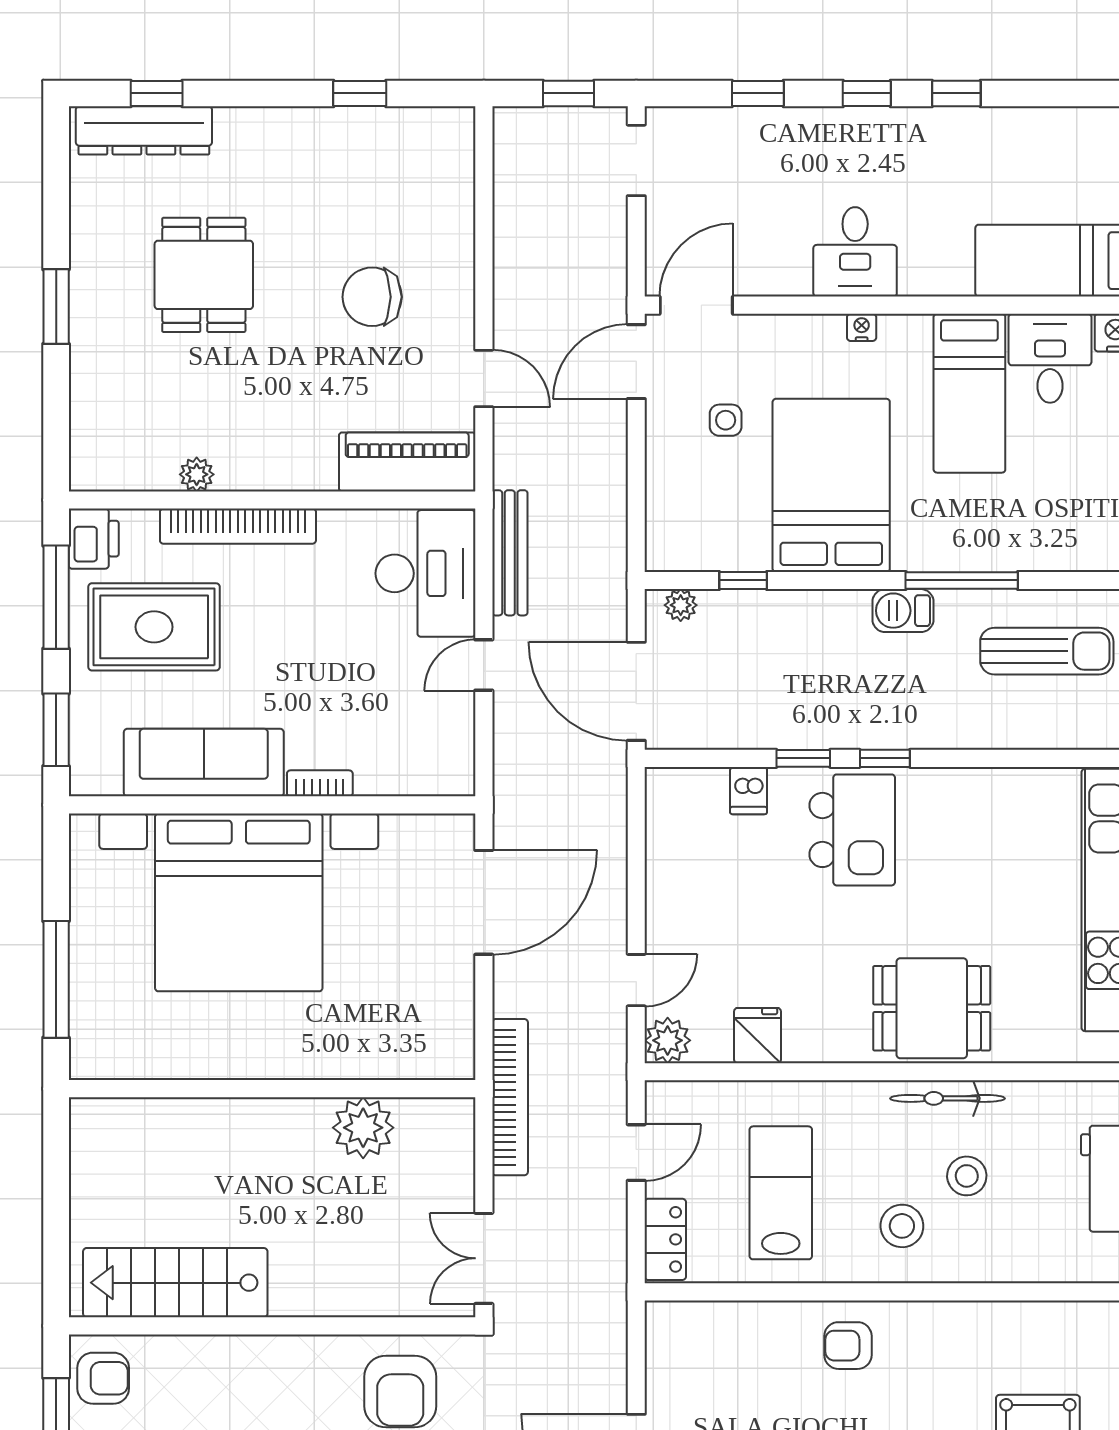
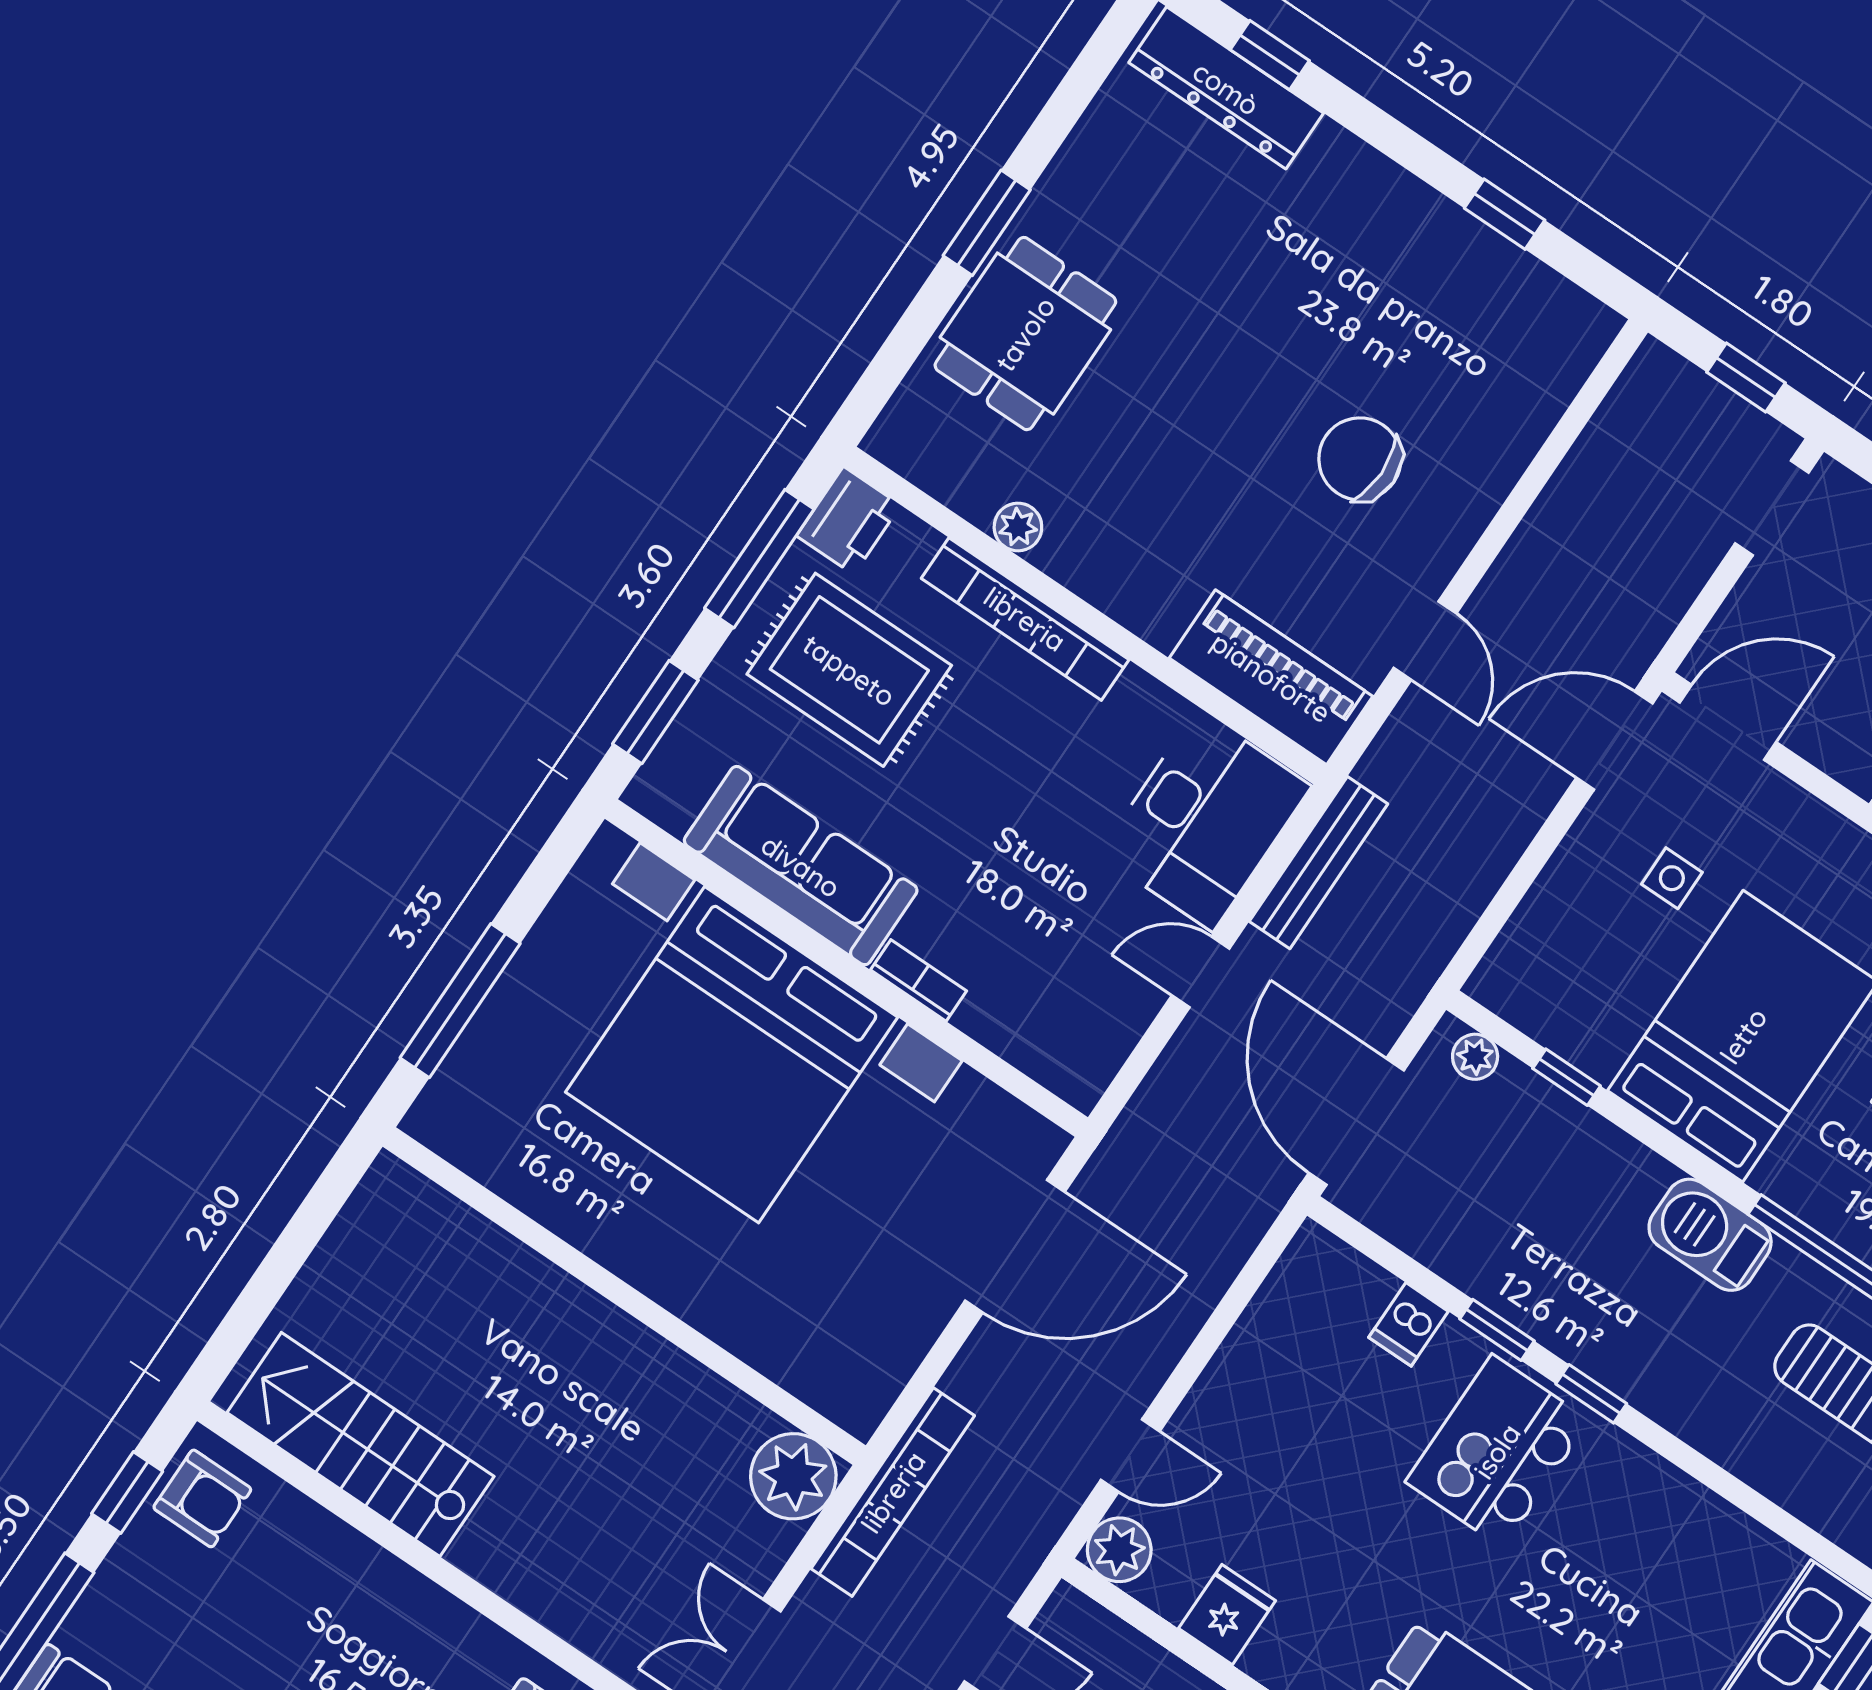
dining table: (204, 275) -> (1025, 334), moved
barbecue: (903, 611) -> (1710, 1235), width x1.38, depth x1.27
kitchen island: (852, 830) -> (1497, 1451), turned 180
plant: (363, 1128) -> (793, 1476), moved

